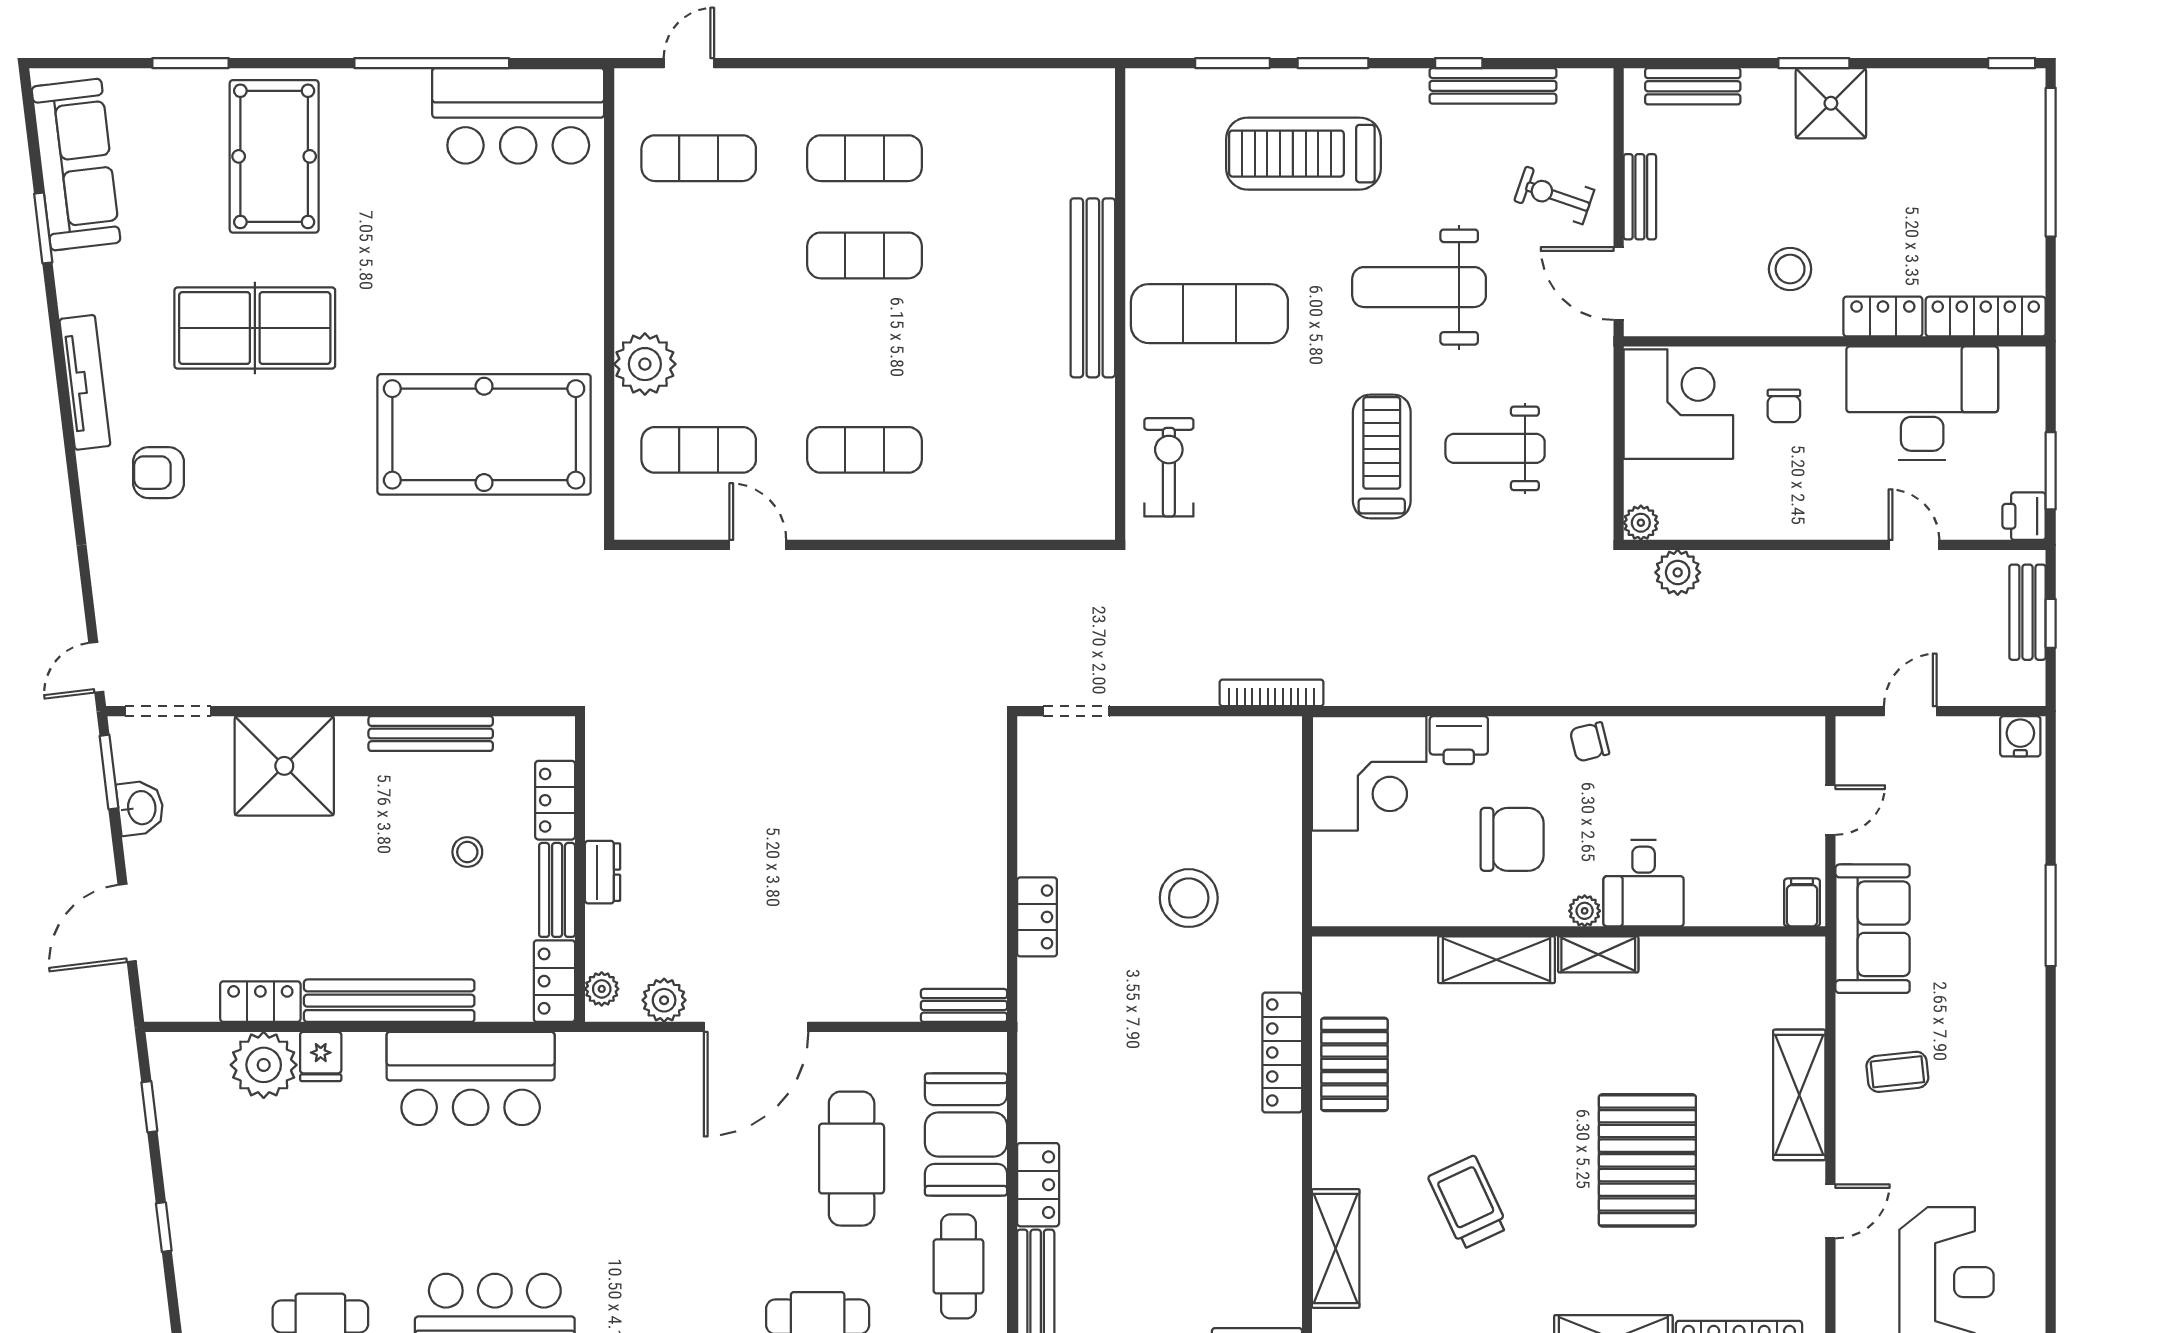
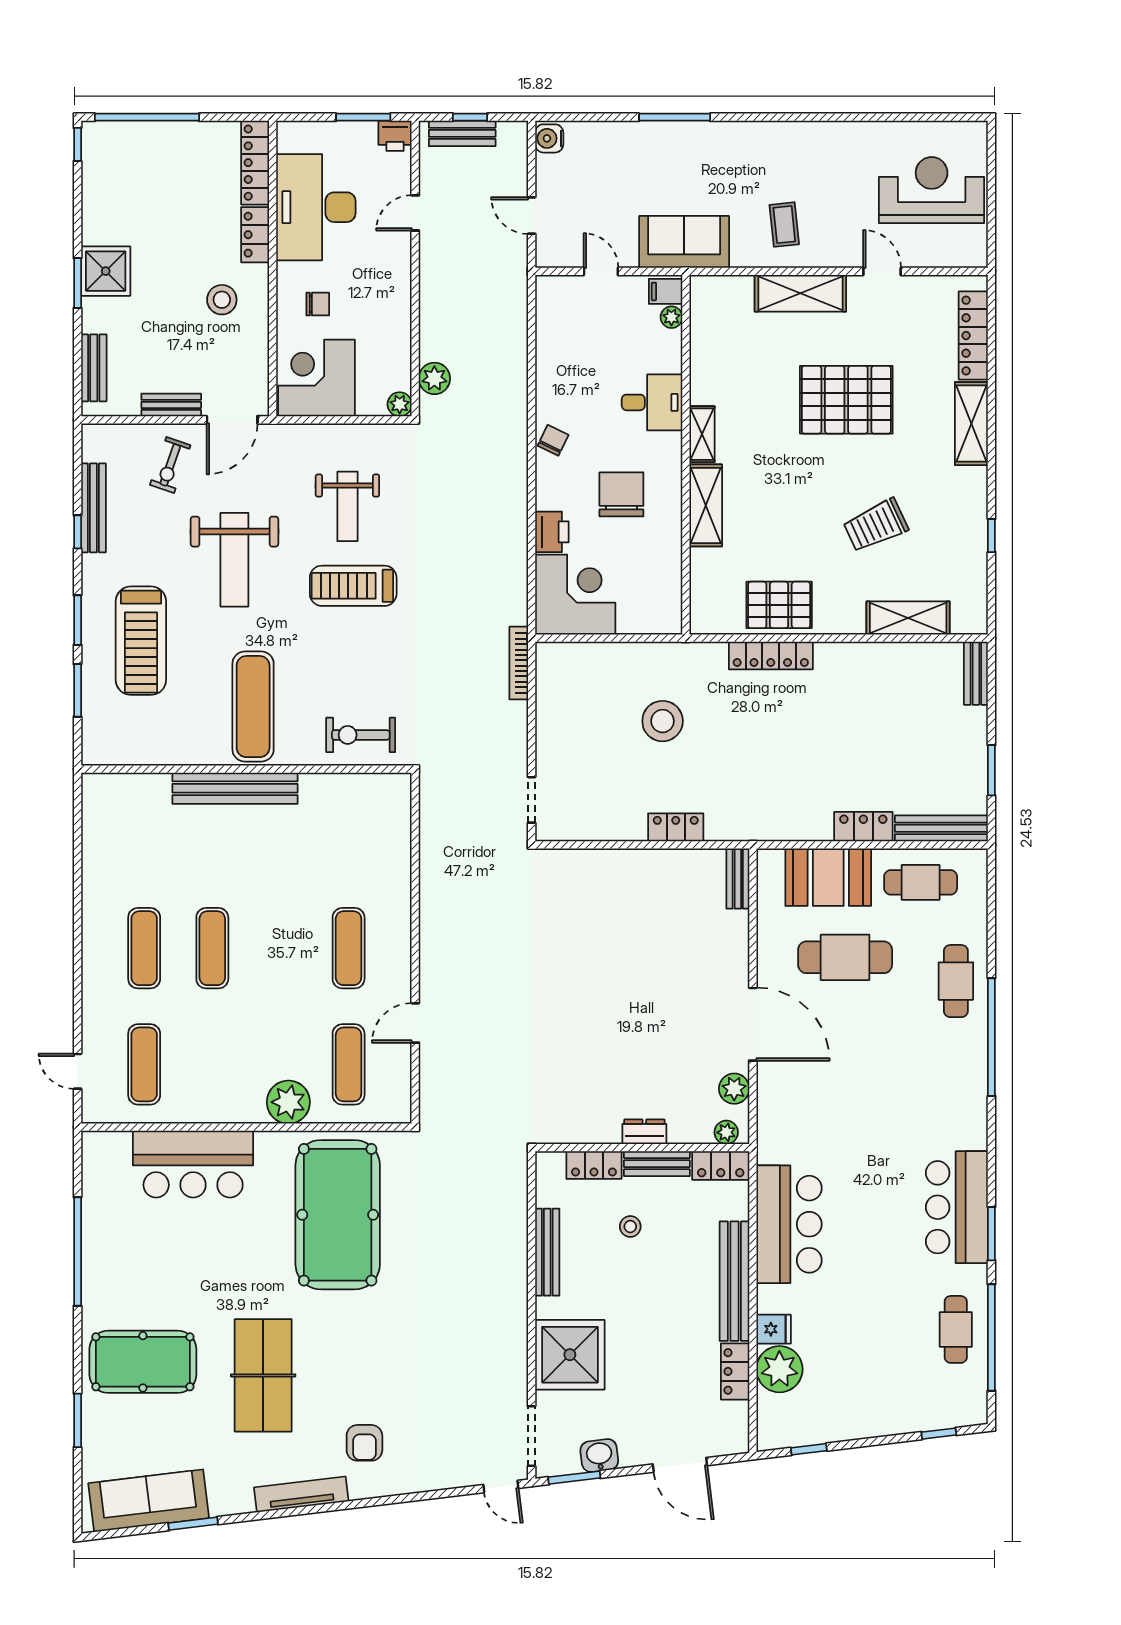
bar counter: (518, 116) -> (193, 1164), moved, turned 90
chair: (1590, 742) -> (553, 440), turned -140
plant: (1585, 911) -> (671, 317), moved
window: (164, 1227) -> (939, 1434), moved

